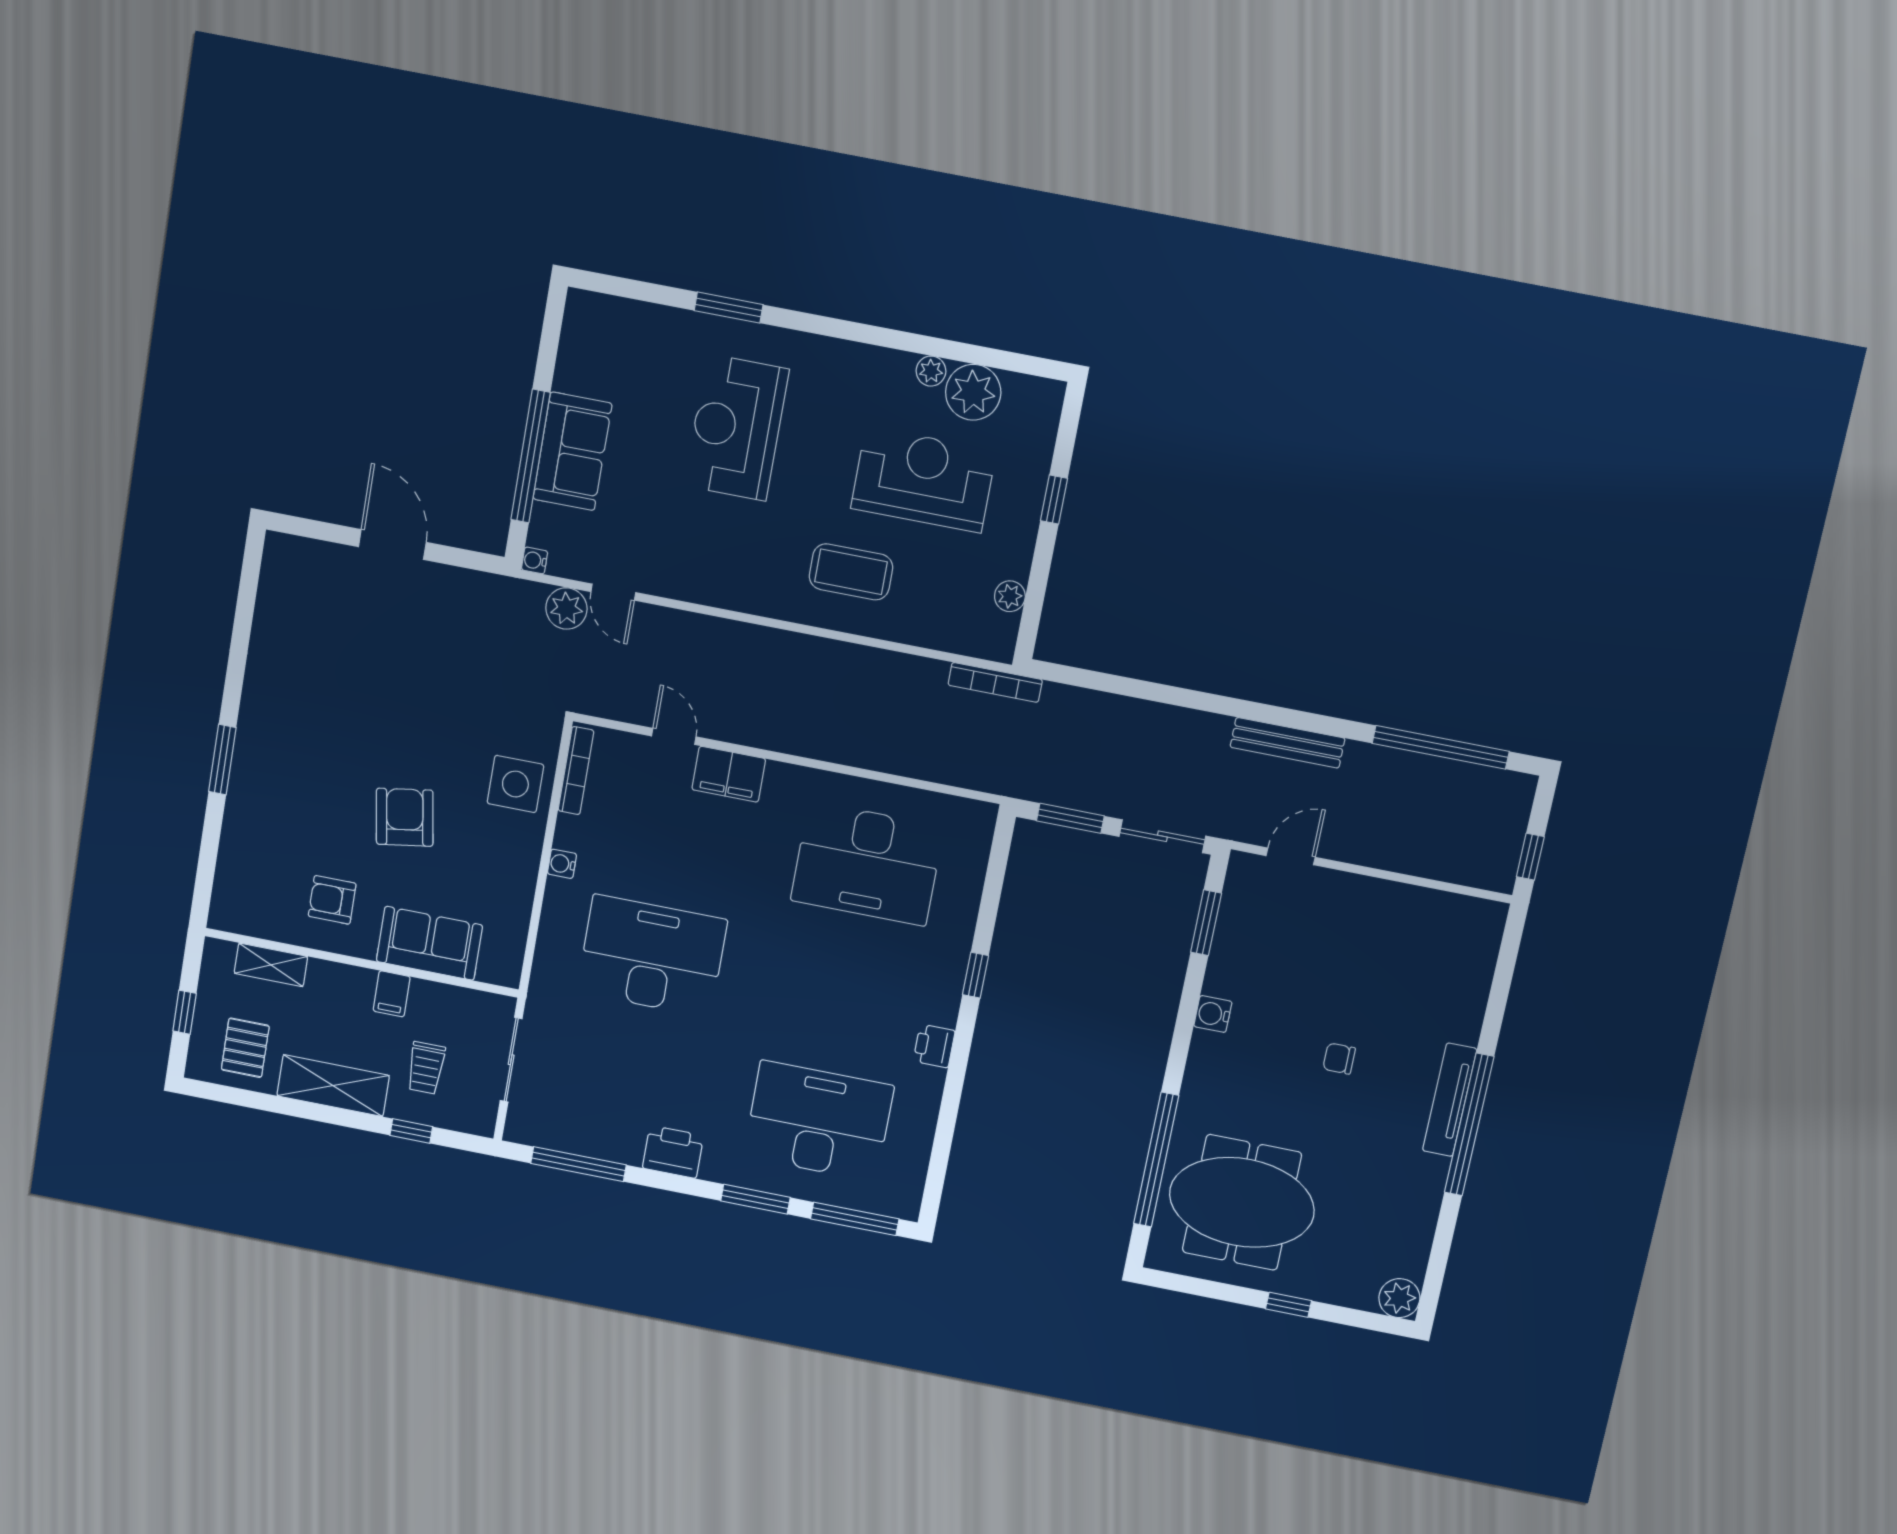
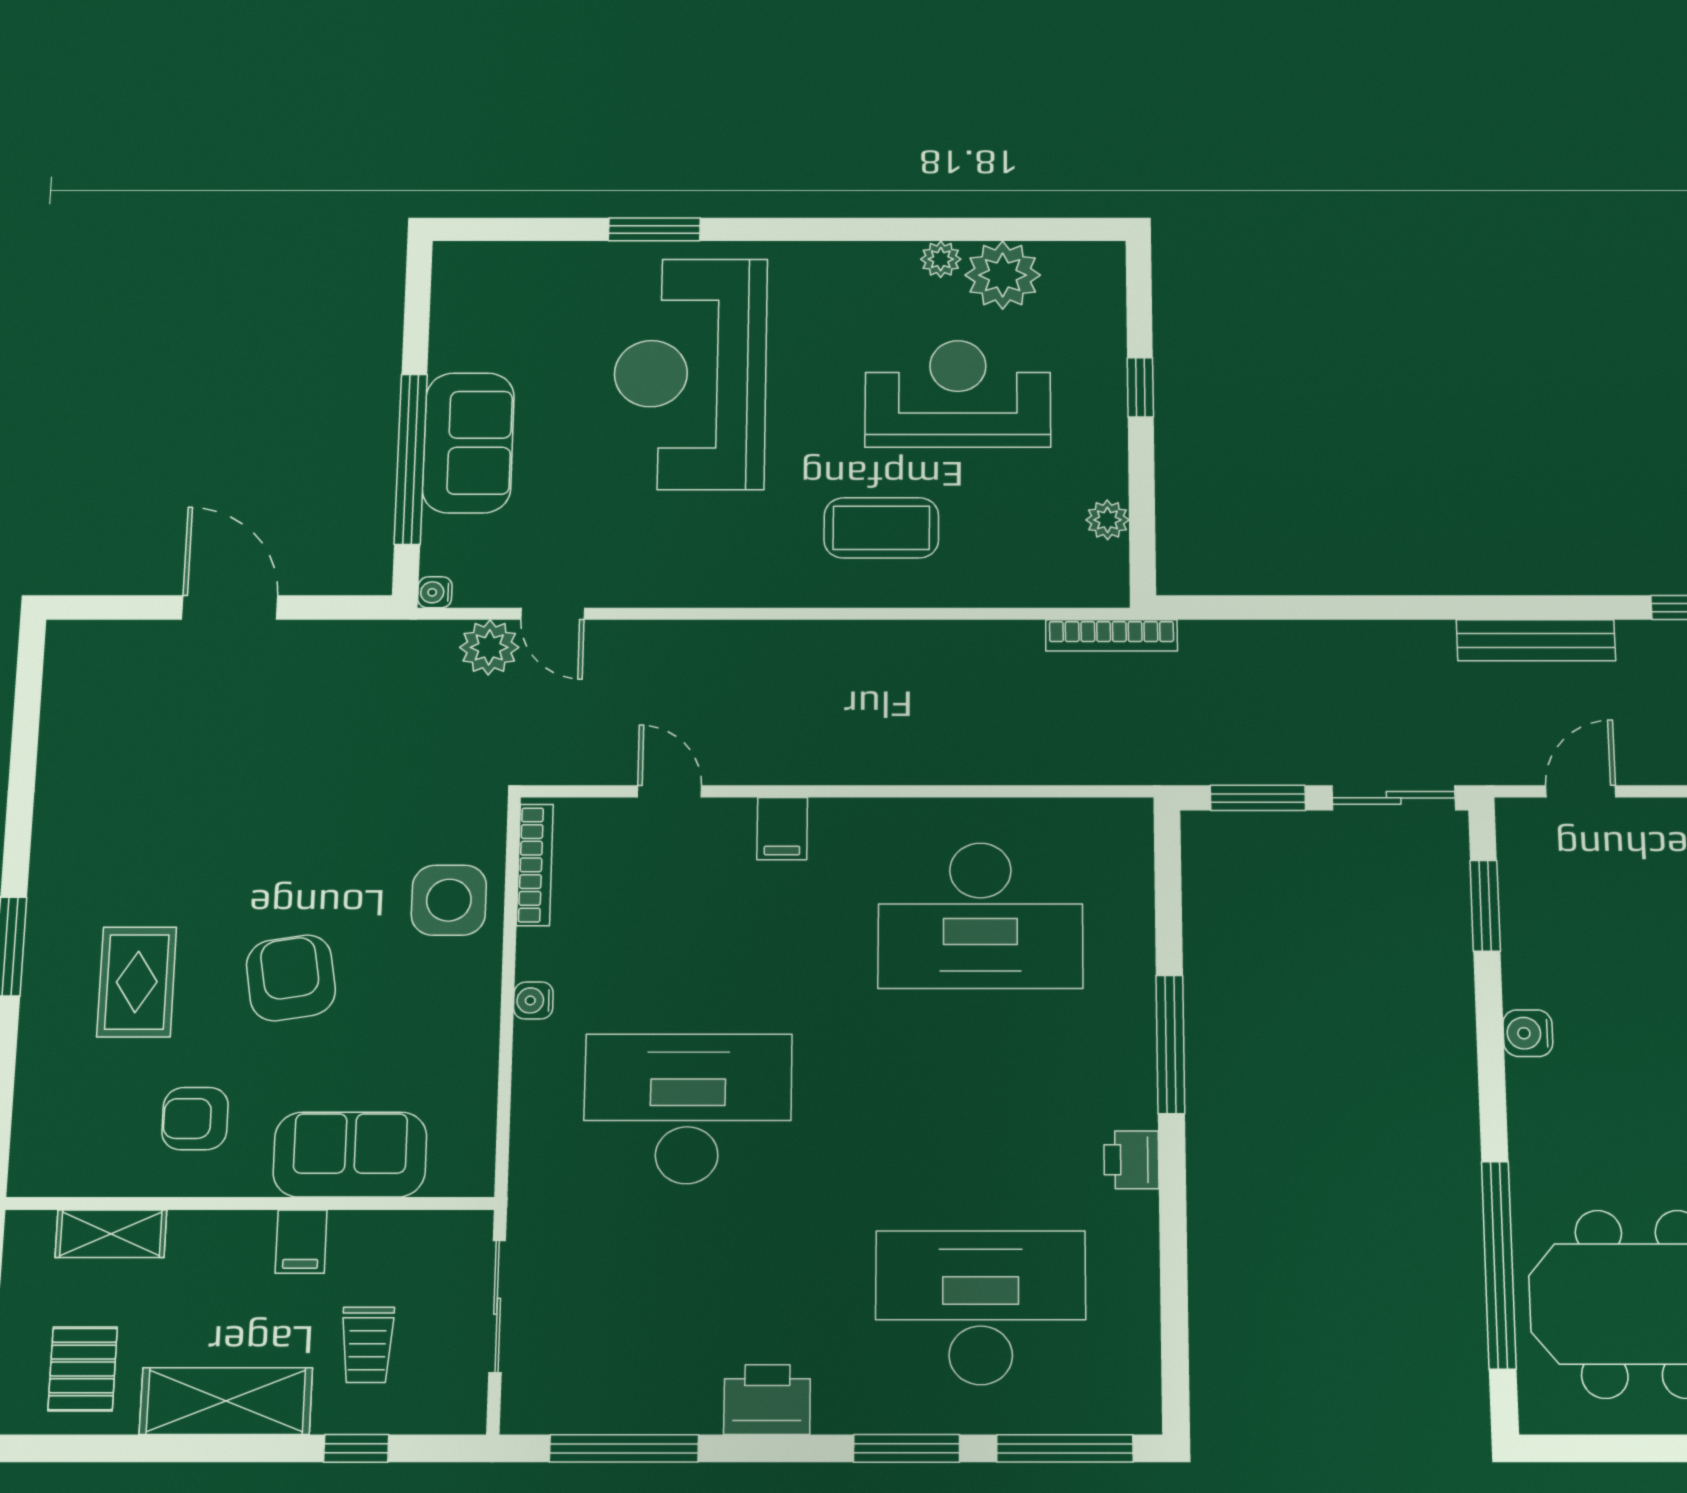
reception desk: (736, 428) -> (690, 374), width x1.36, depth x1.30
filing cabinet: (729, 774) -> (782, 829), width x0.50
rug: (303, 800) -> (137, 982), added
window: (975, 975) -> (1170, 1044), width x2.17

